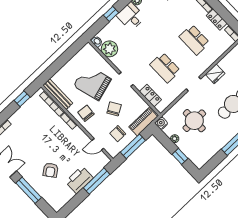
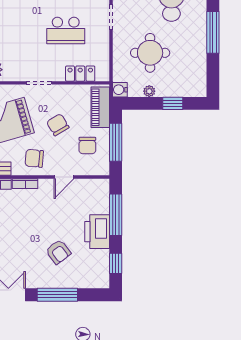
door: (98, 144) -> (64, 177), moved
window: (72, 204) -> (116, 263), added

